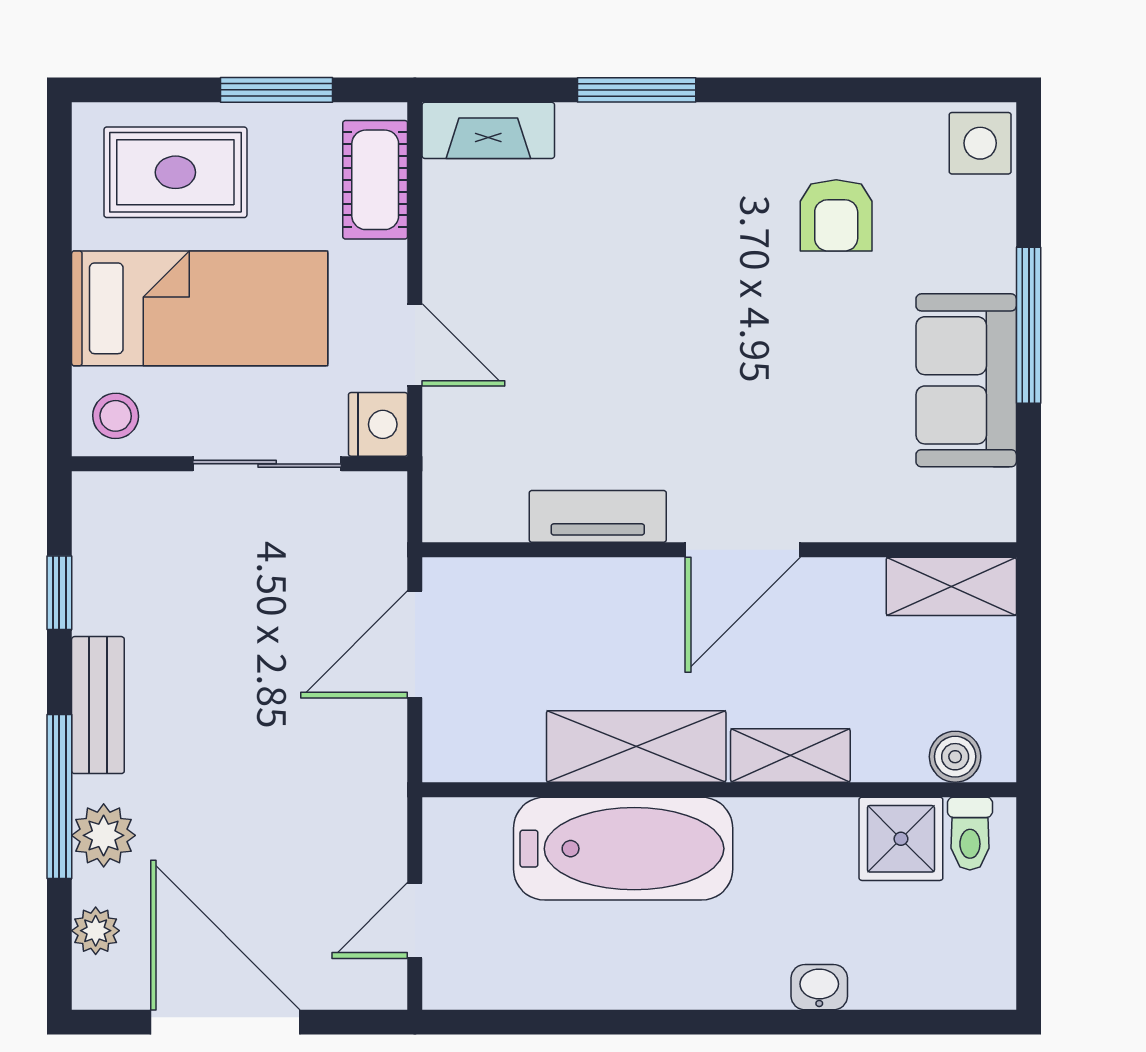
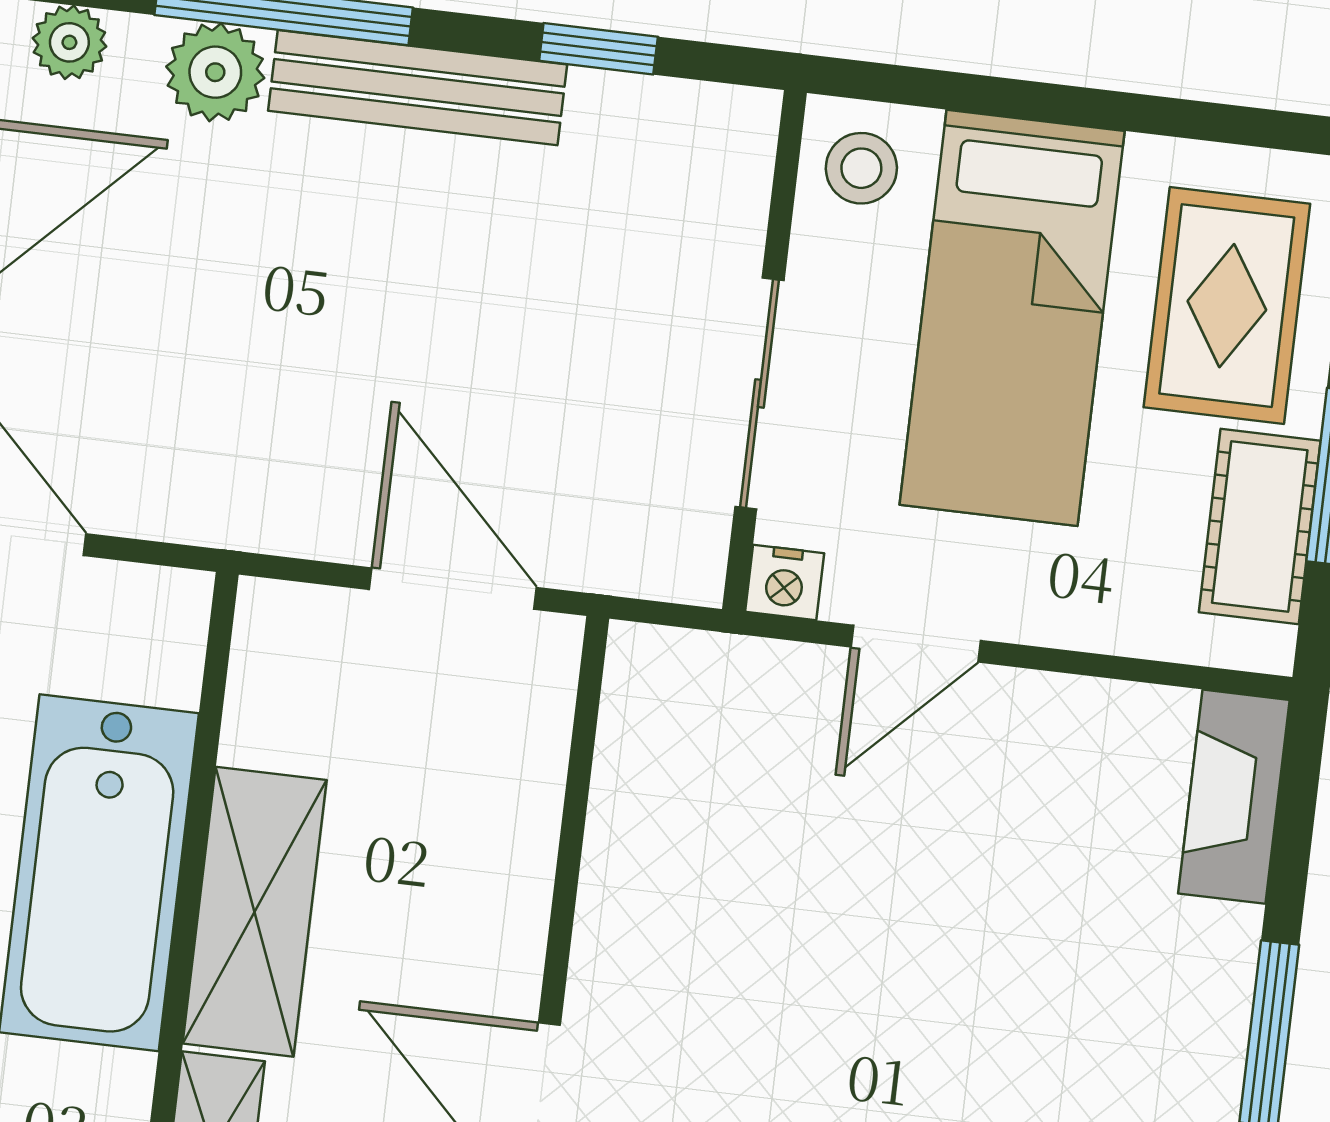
cot: (375, 180) -> (1260, 527), moved, turned 90
nightstand: (378, 424) -> (785, 582), width x0.72, depth x0.74
tv unit: (598, 516) -> (617, 895), removed
bench: (98, 705) -> (418, 88), width x1.36

